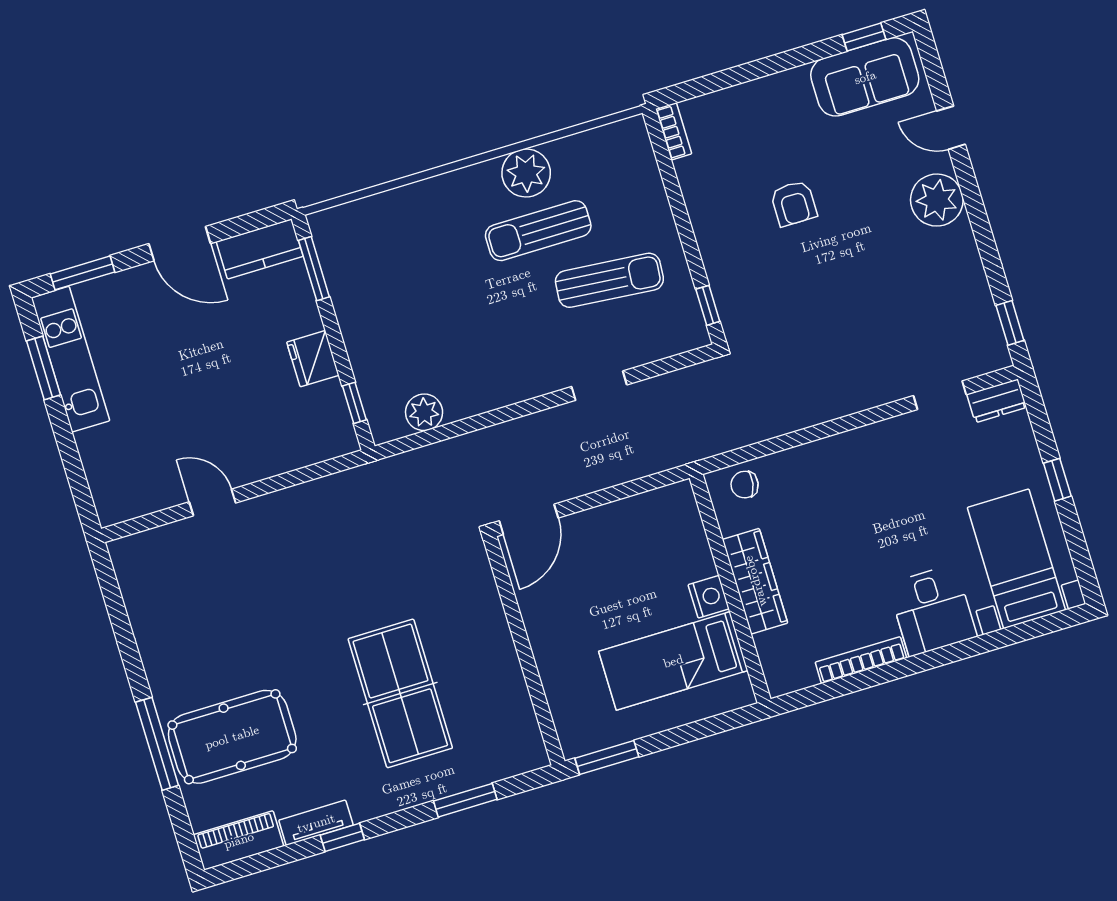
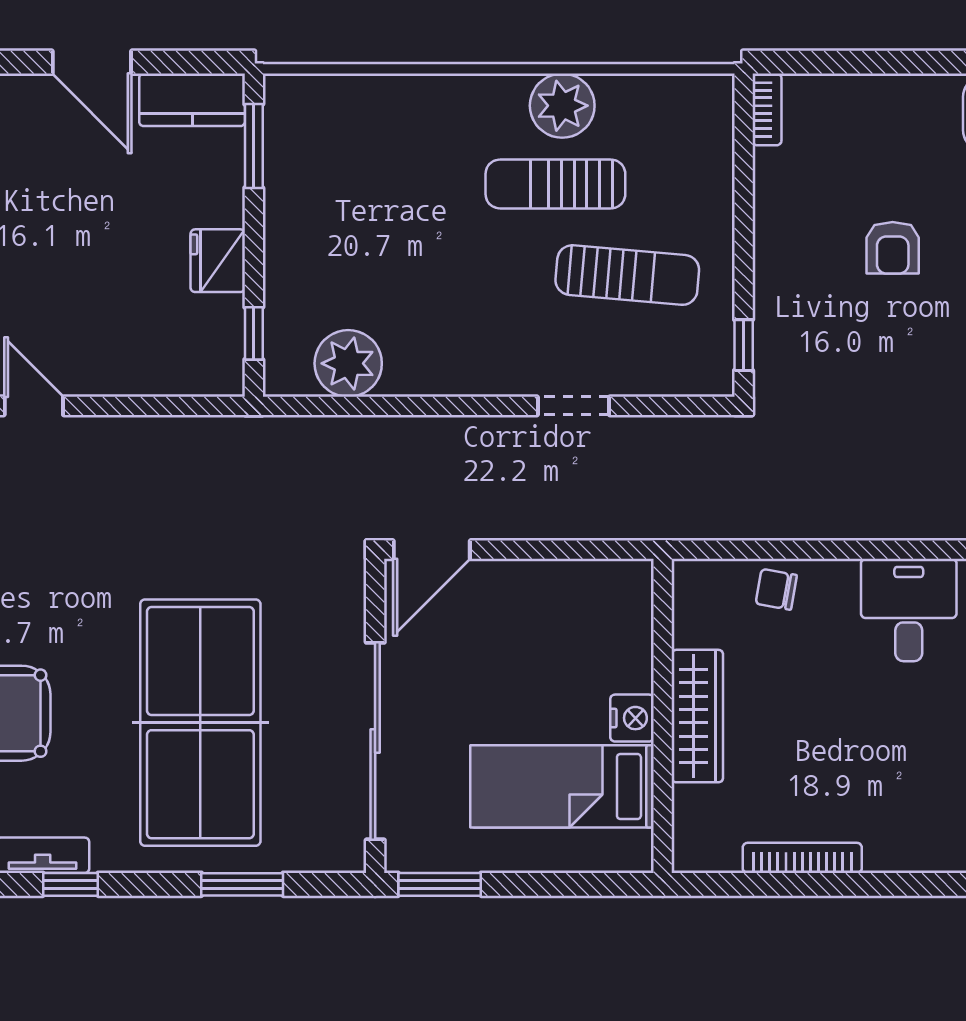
plant: (424, 412) -> (348, 363), width x1.36, depth x1.36
chair: (745, 485) -> (776, 589), moved
desk: (932, 610) -> (909, 610), moved, turned 180
sliding door: (530, 669) -> (375, 741), added
table tennis table: (400, 693) -> (200, 723), width x1.36, depth x1.32

